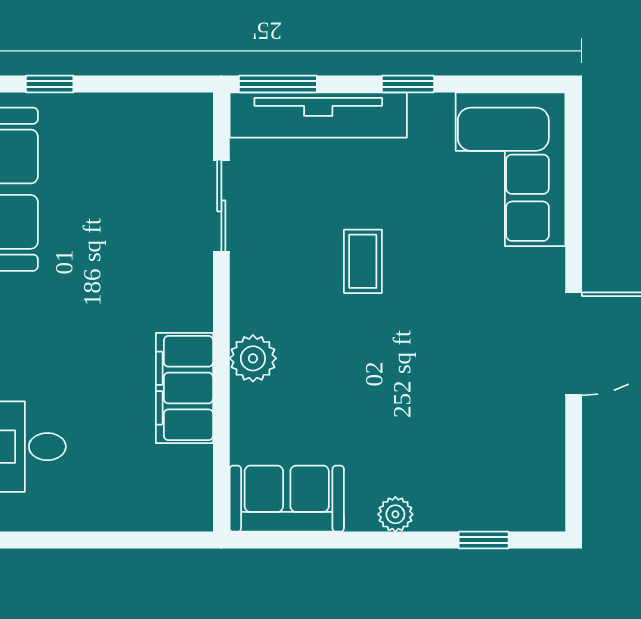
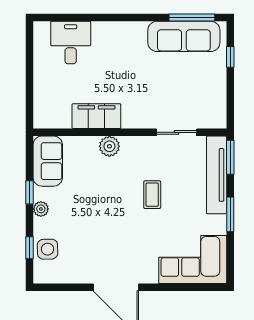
window: (408, 84) -> (230, 214), width x1.50
coffee table: (363, 261) -> (152, 195), turned 90
side table: (487, 499) -> (48, 249), added
window: (358, 540) -> (30, 192), added

